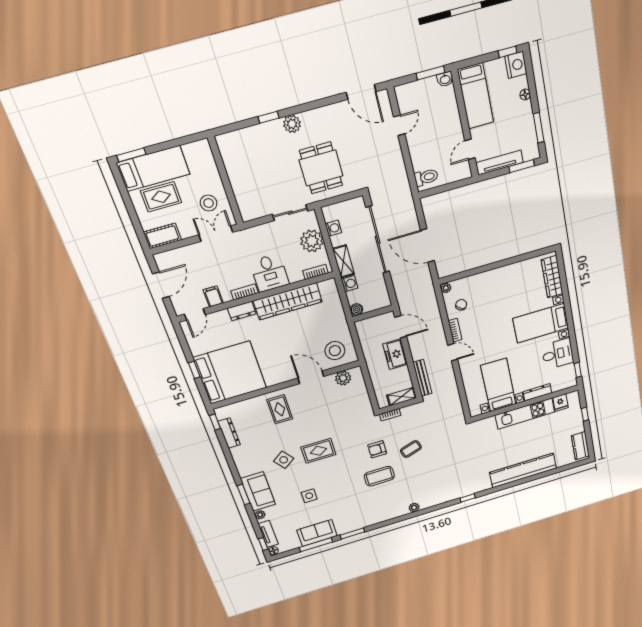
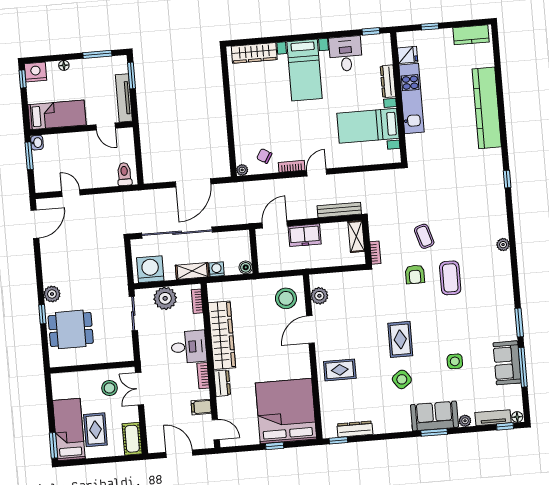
dining table: (321, 168) -> (71, 329), moved
washing machine: (333, 228) -> (150, 269), width x1.89, depth x1.89

